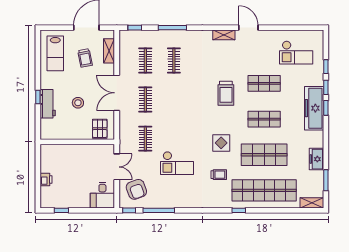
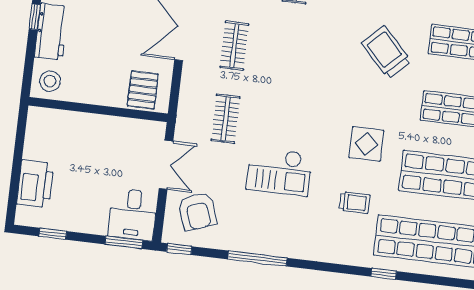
trolley: (226, 93) -> (386, 52), turned 136
stool: (78, 103) -> (50, 81), moved
printer: (46, 180) -> (35, 184), width x1.87, depth x1.48
window: (99, 210) -> (124, 242), added
window: (159, 210) -> (257, 259), moved

